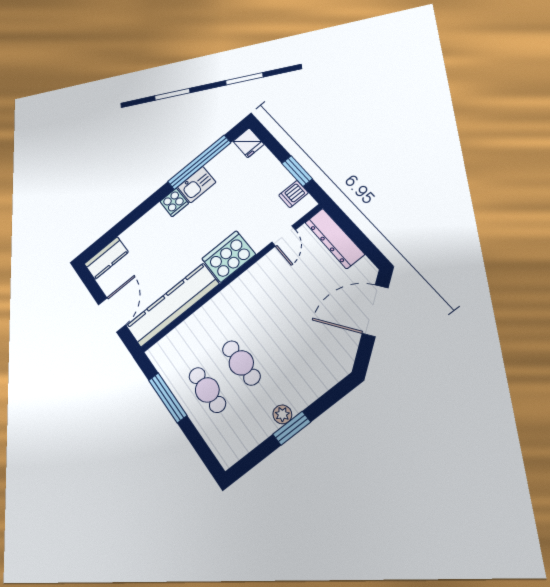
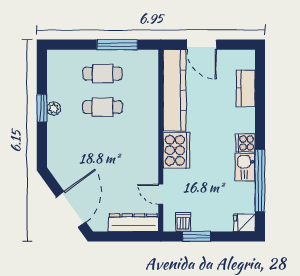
kitchen counter: (106, 258) -> (246, 88), moved

